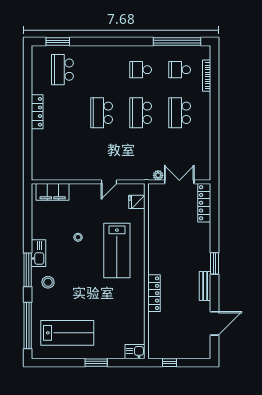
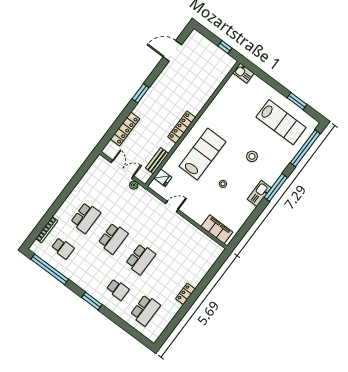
window: (58, 42) -> (92, 301), moved
school desk: (141, 70) -> (118, 289), moved
locker: (37, 112) -> (185, 294), width x0.66
double door: (179, 182) -> (122, 169), swing flipped
locker: (204, 203) -> (125, 129), moved
stool: (48, 282) -> (252, 156), moved
bench: (205, 286) -> (157, 161), moved
locker: (154, 293) -> (182, 127), moved
lab bench: (67, 333) -> (281, 122), turned 180
window: (96, 363) -> (297, 101), moved

